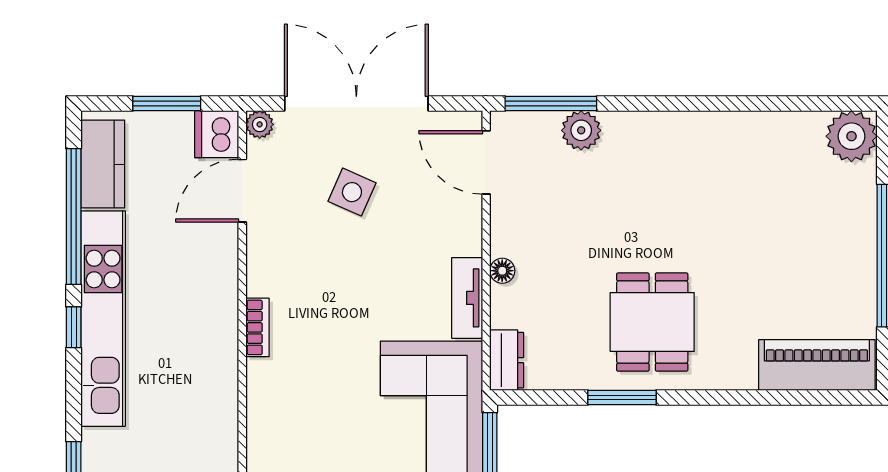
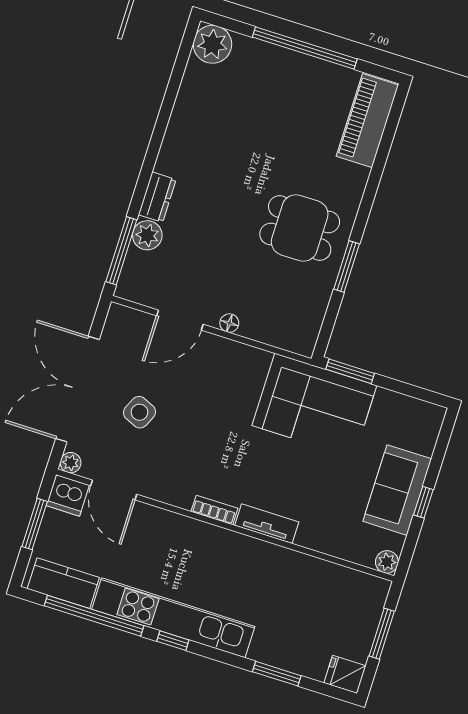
door: (486, 162) -> (180, 320), moved
tv unit: (467, 298) -> (267, 524), moved, turned 180
dresser: (507, 360) -> (157, 197), moved, turned 90

